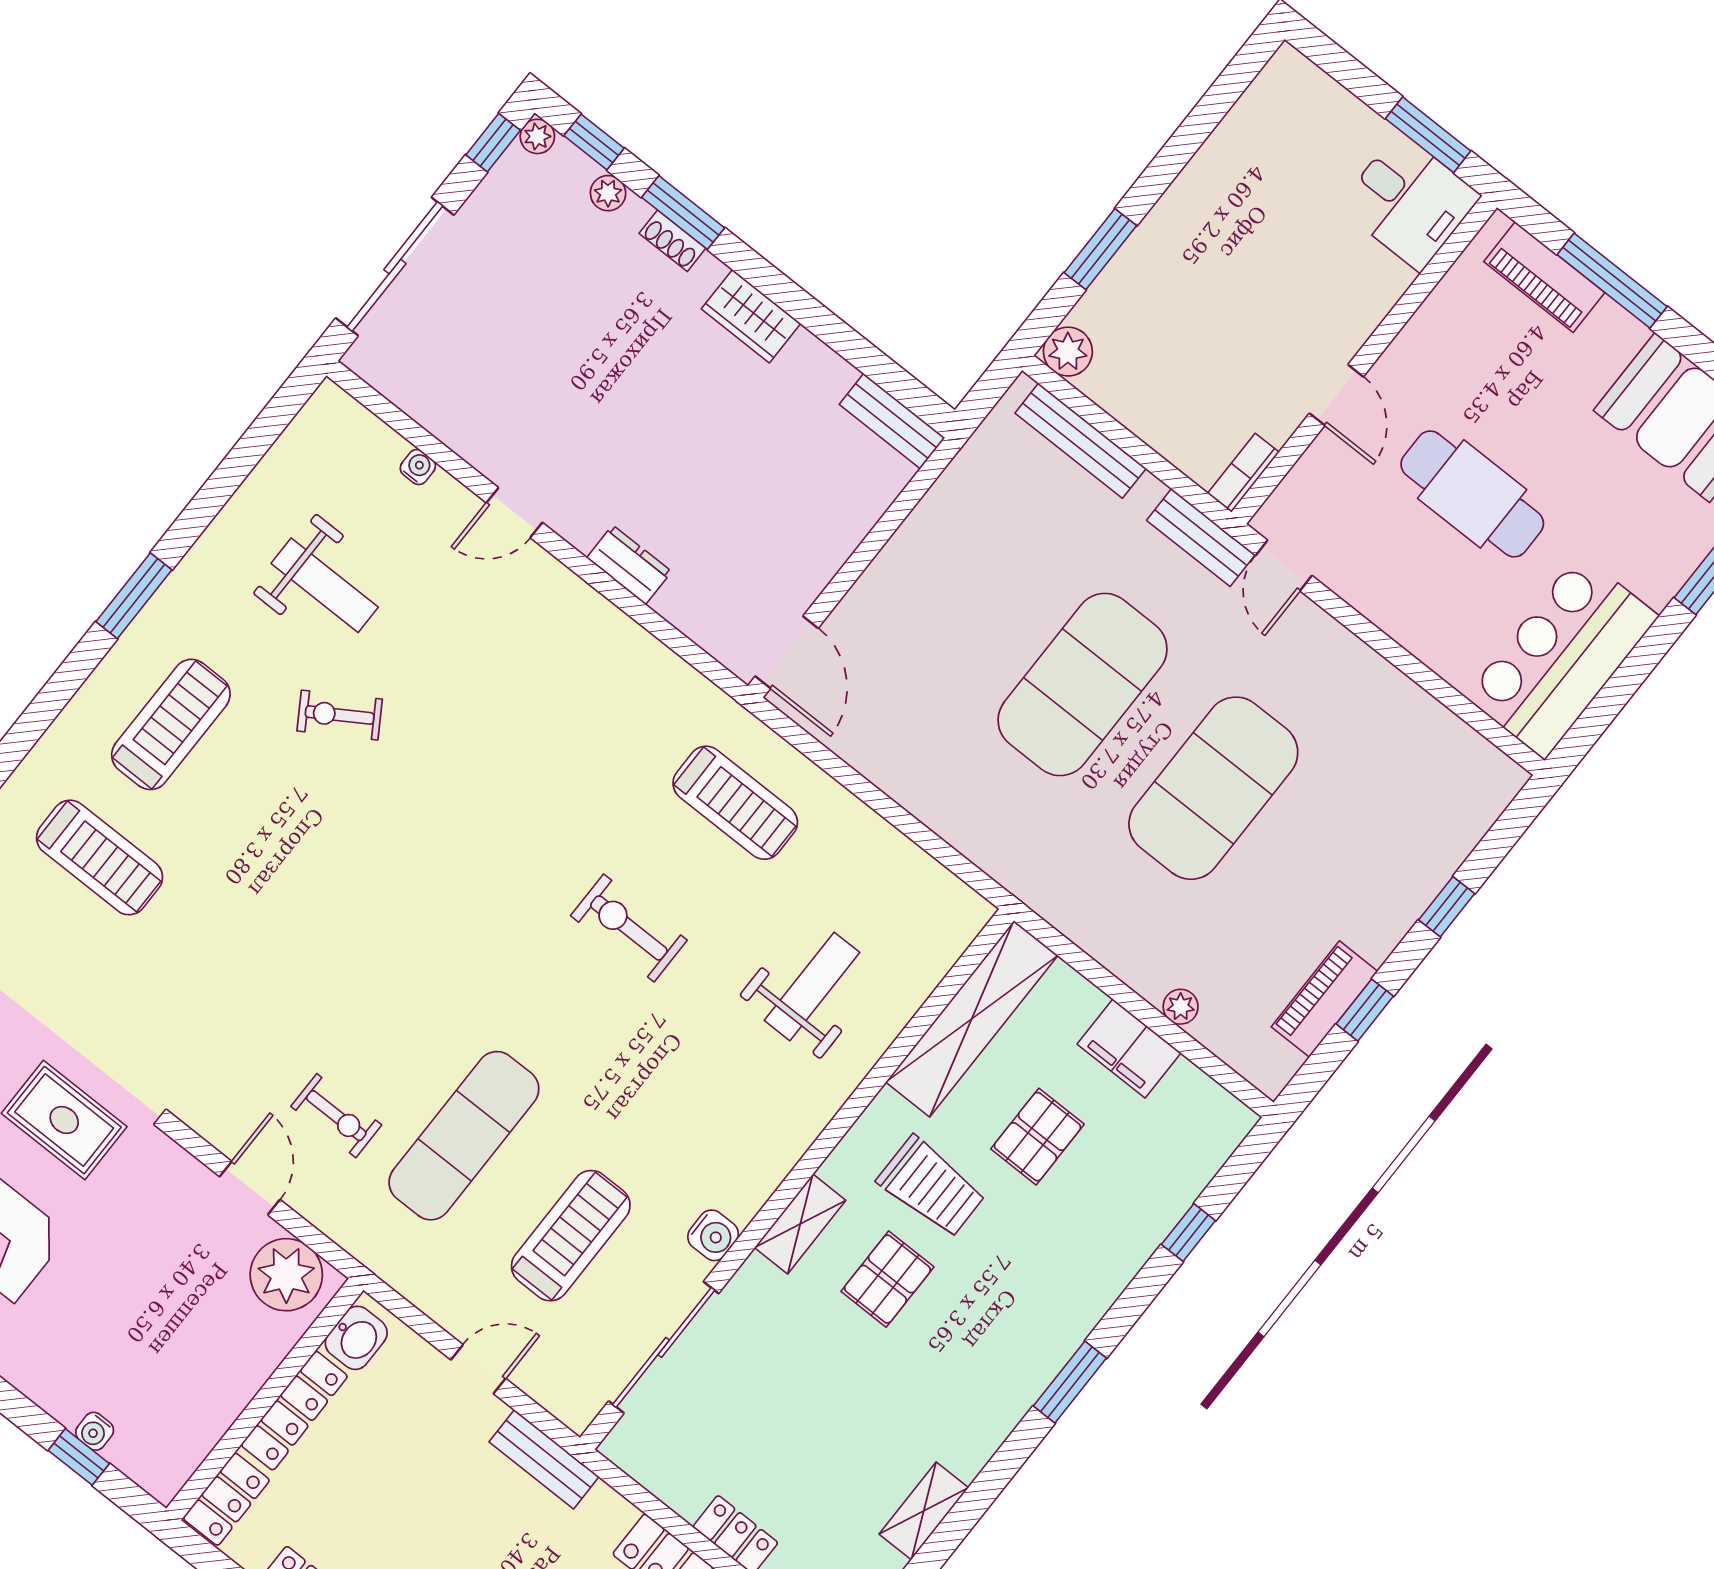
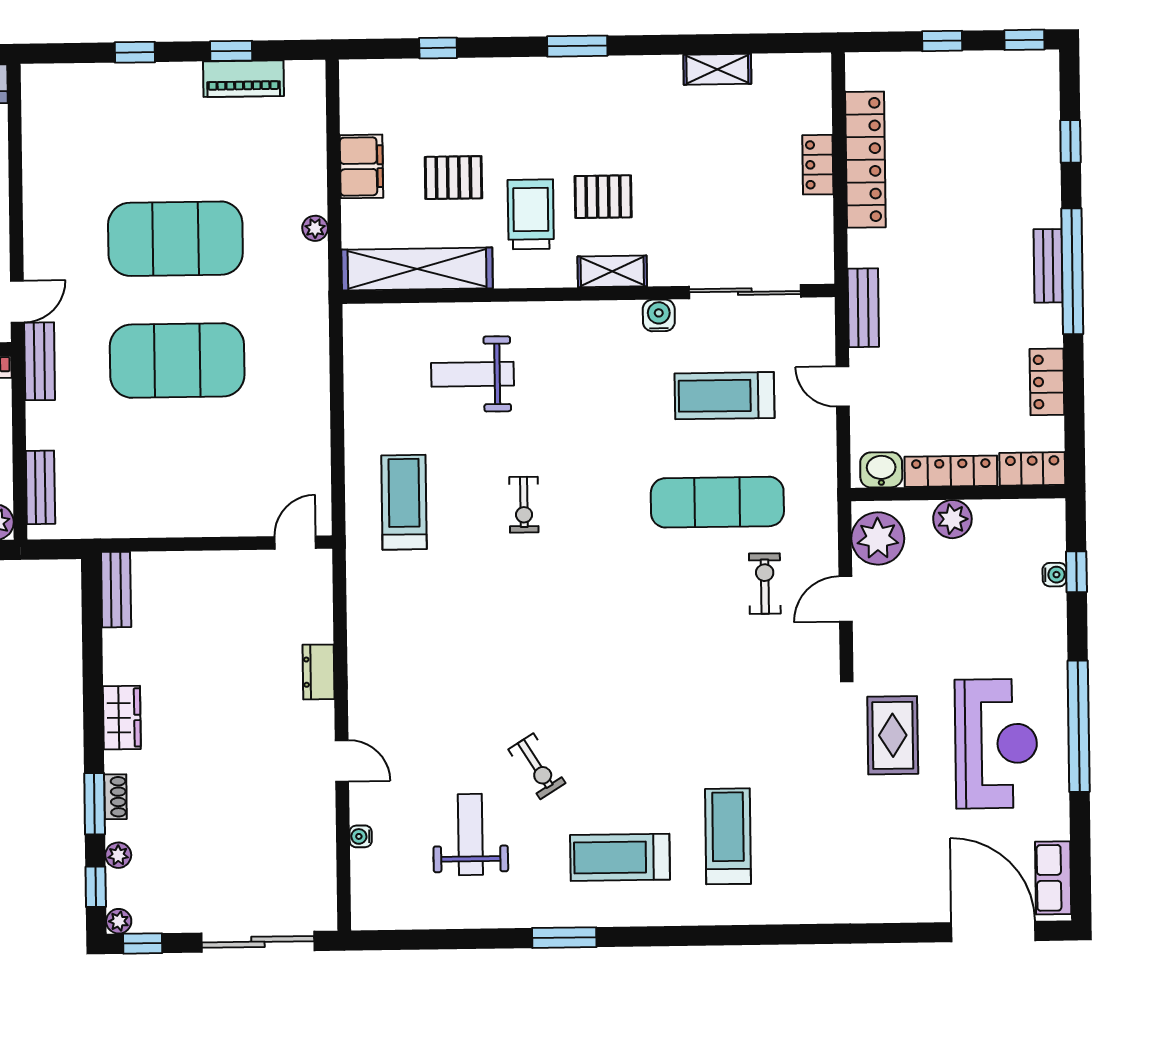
bench: (1081, 441) -> (40, 487), width x0.73
door: (787, 652) -> (295, 543), width x0.73
exercise bike: (629, 928) -> (524, 505), width x0.73, depth x0.72
plant: (1181, 1007) -> (315, 228), moved
plant: (242, 1371) -> (952, 519), added

